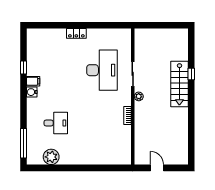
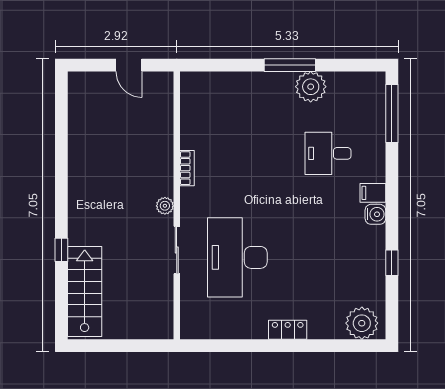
plant: (39, 37) -> (362, 323), added
filing cabinet: (33, 81) -> (373, 193), moved
stairs: (179, 84) -> (85, 291), moved
plant: (51, 157) -> (311, 87), moved
window: (75, 168) -> (290, 65), added

